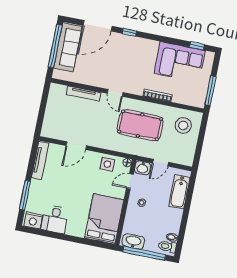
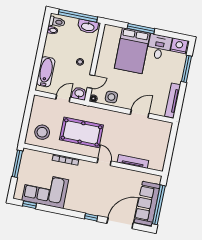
bed: (104, 219) -> (132, 51), moved
window: (75, 239) -> (141, 29), added

